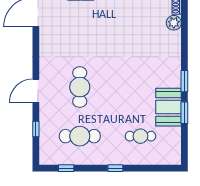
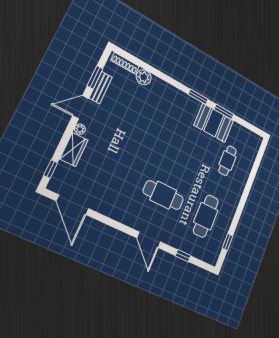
window: (115, 168) -> (244, 197), removed

